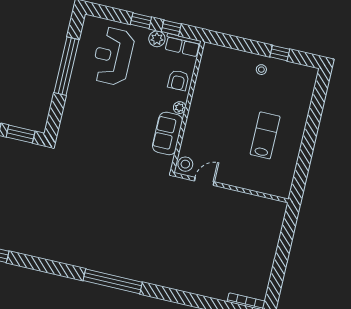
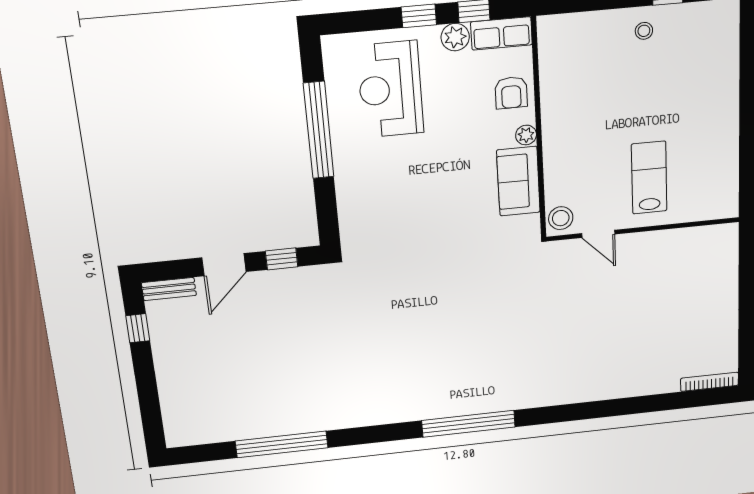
window: (21, 134) -> (282, 259), width x0.67
lab bench: (265, 135) -> (649, 178), moved
door: (204, 181) -> (598, 234), swing flipped
window: (113, 281) -> (468, 424), moved

